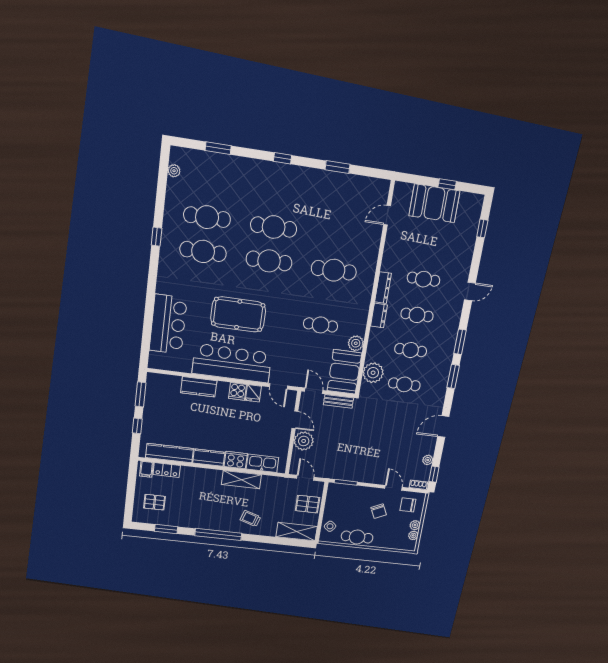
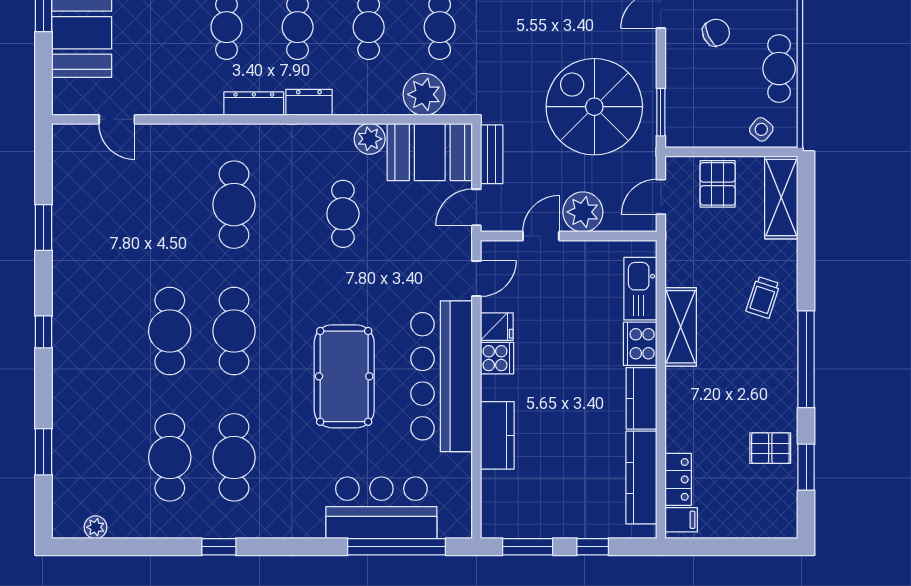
window: (147, 329) -> (397, 547), added
spiral stairs: (353, 452) -> (594, 107), added
pallet: (154, 502) -> (770, 448), moved, turned 90

